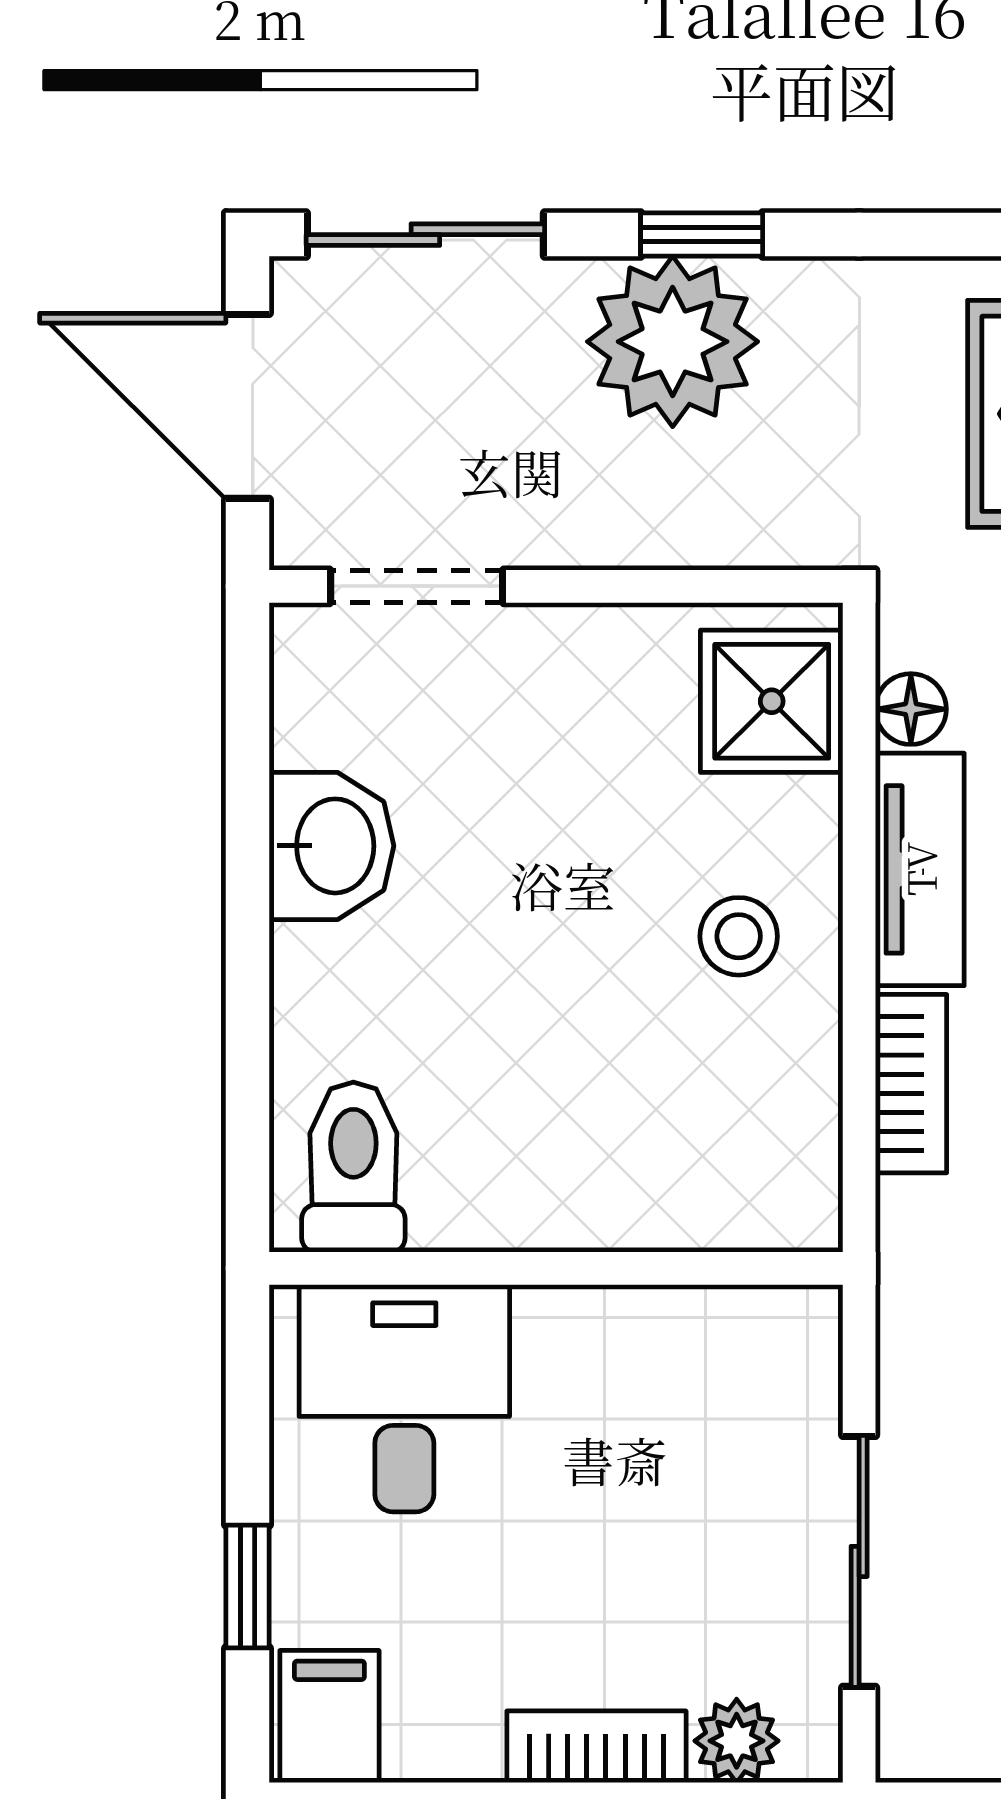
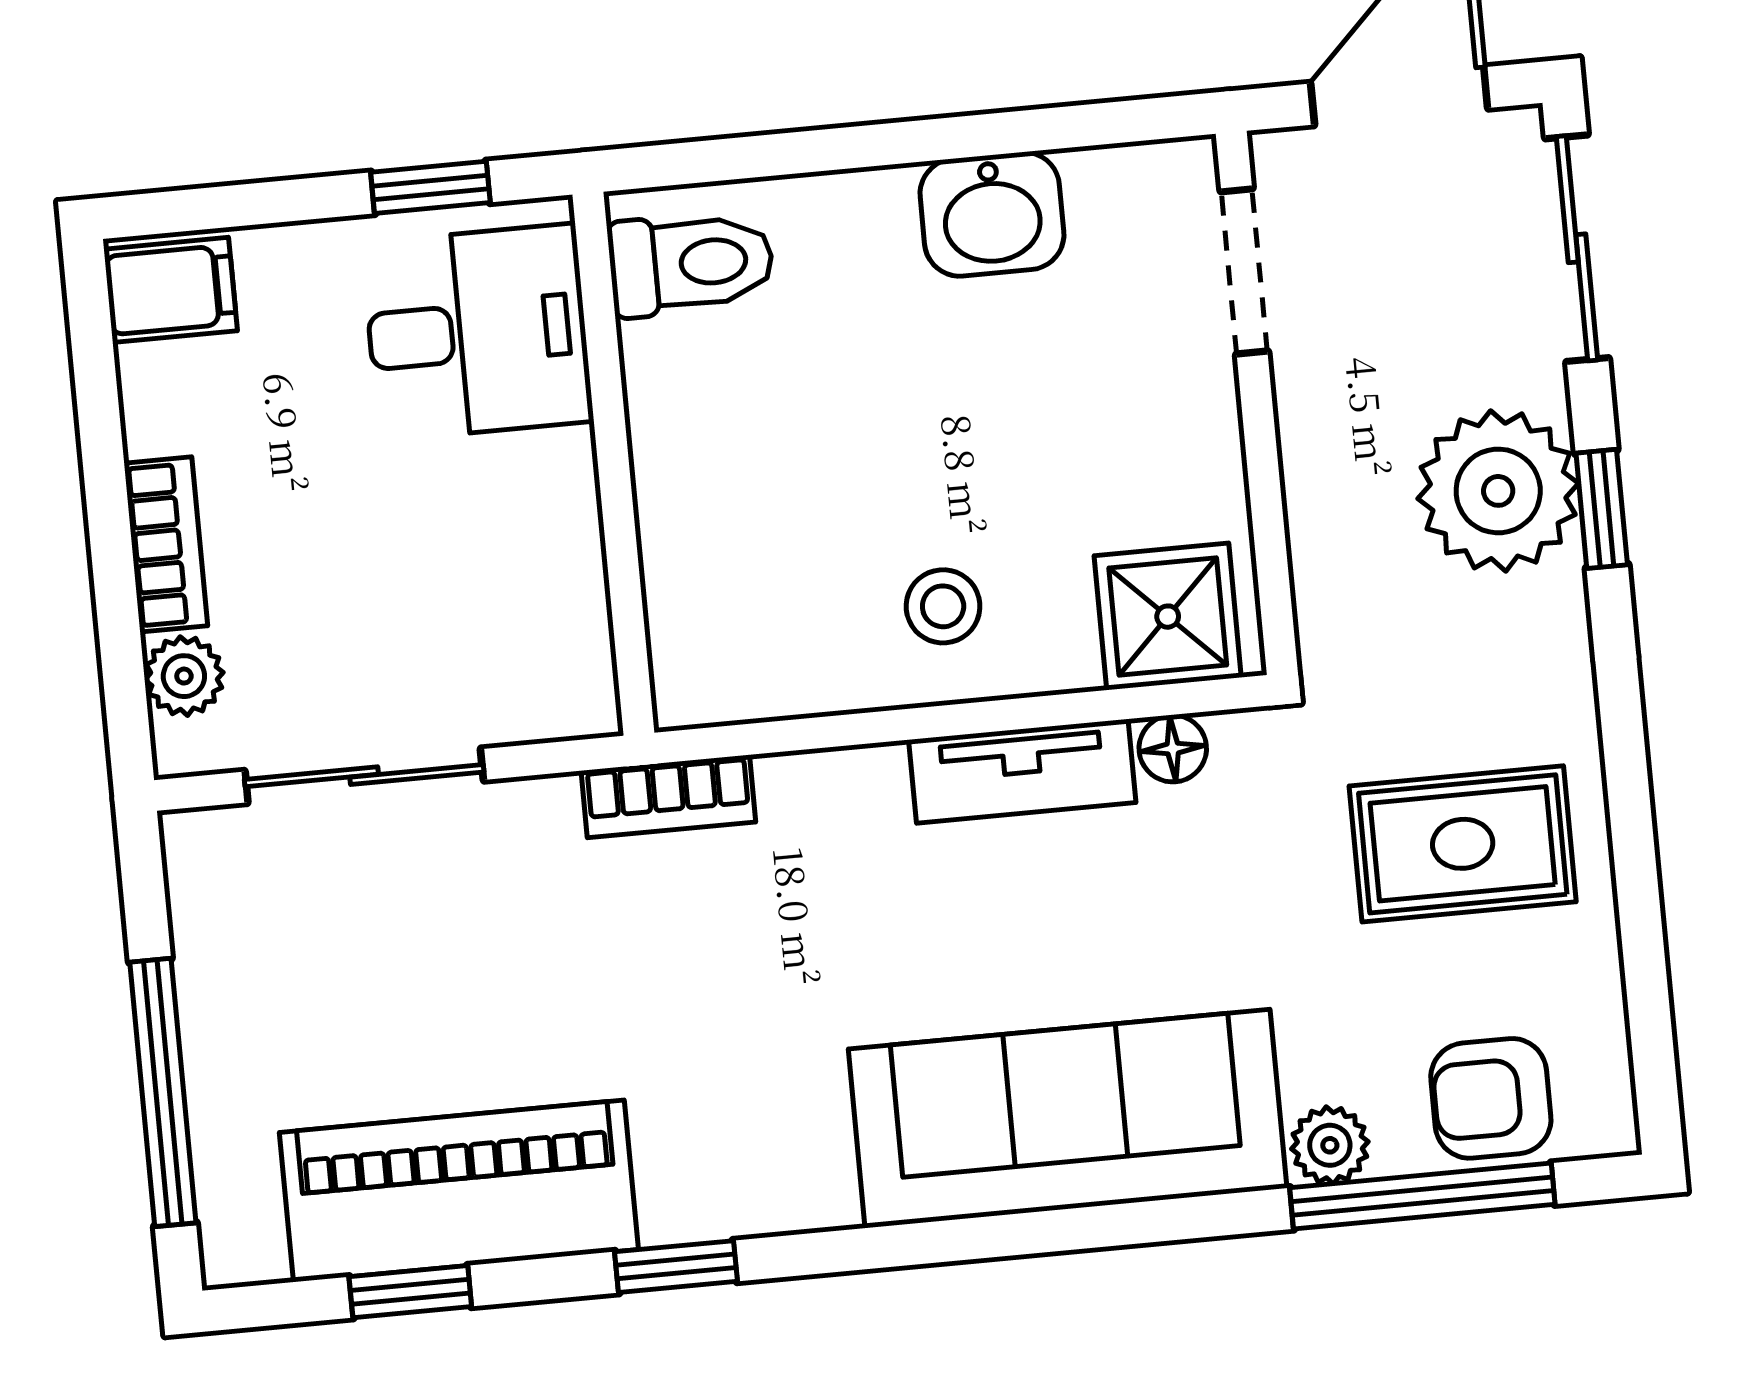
bookcase: (911, 1084) -> (668, 796), moved
window: (247, 1587) -> (430, 187), moved

